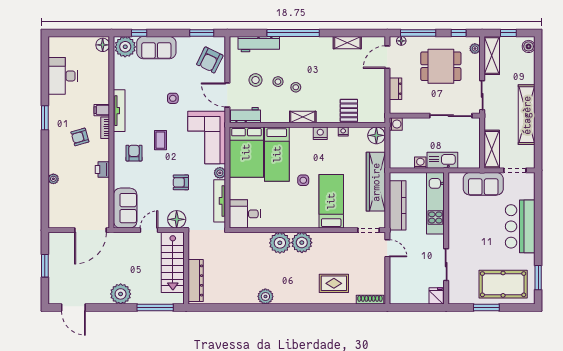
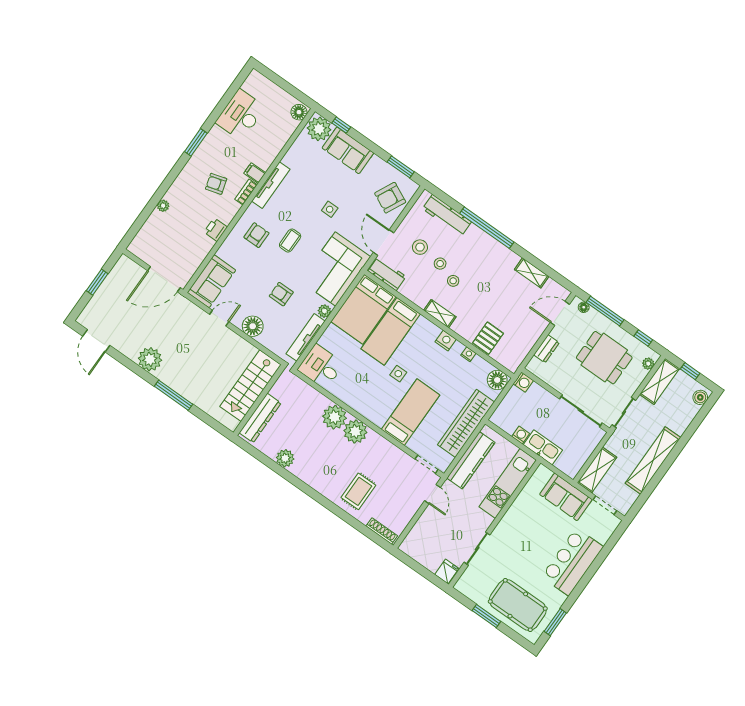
stairs: (173, 262) -> (250, 386), moved
wall: (186, 268) -> (259, 400), moved
dresser: (196, 280) -> (260, 418), moved
rug: (334, 283) -> (358, 491), turned 90

